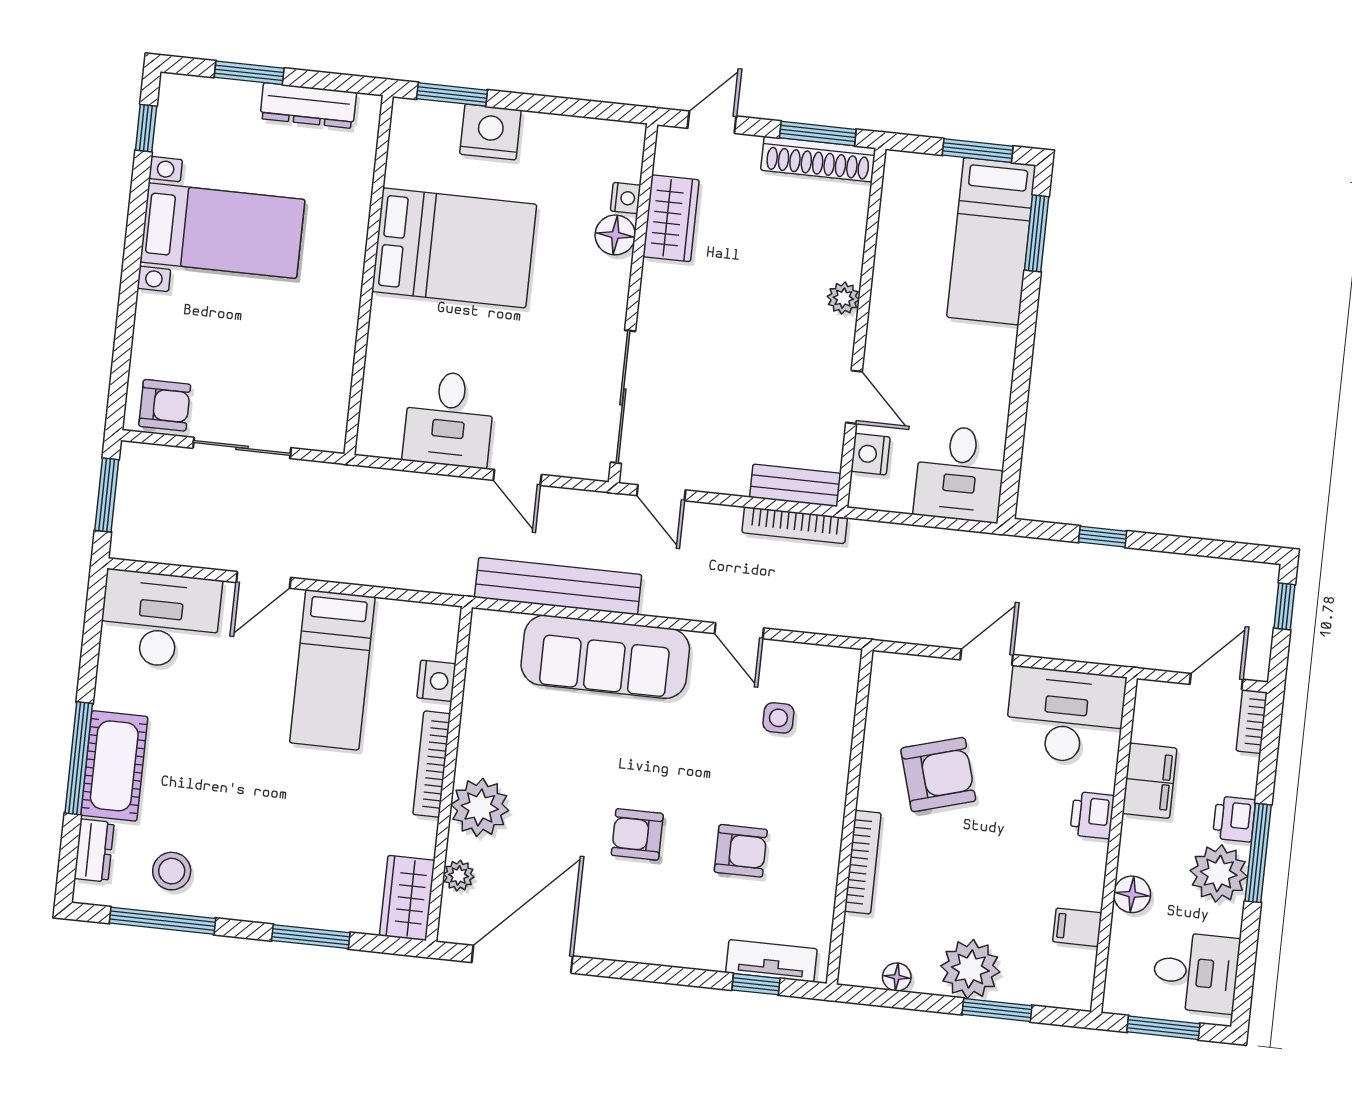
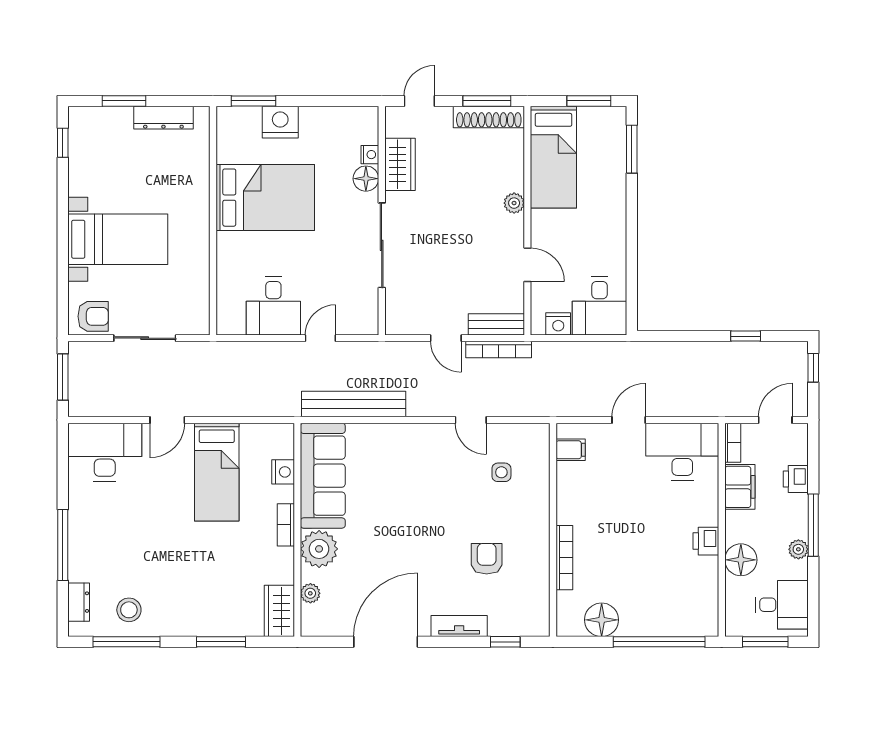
bed with nightstands: (222, 231) -> (118, 239), moved
bed: (991, 241) -> (553, 157), moved
sliding door: (623, 397) -> (382, 245), moved
nightstand: (870, 454) -> (558, 324), moved, turned -90
door: (517, 477) -> (320, 338), swing flipped
door: (661, 493) -> (446, 338), moved
window: (1103, 537) -> (746, 336), moved
sofa: (605, 657) -> (323, 476), moved, turned -90
bookcase: (1252, 722) -> (733, 443), moved, turned 180
bookcase: (432, 764) -> (286, 525), width x0.64
cot: (114, 766) -> (86, 547), removed
armchair: (938, 775) -> (606, 497), removed
printer: (1092, 815) -> (706, 541), moved
printer: (1234, 819) -> (796, 479), moved
armchair: (637, 834) -> (420, 555), removed
armchair: (741, 851) -> (487, 559), turned -90
plant: (1219, 873) -> (798, 549), width x0.53, depth x0.53
floor lamp: (1132, 894) -> (741, 560), width x1.38, depth x1.38
filing cabinet: (1077, 927) -> (571, 450), moved, turned 180
door: (522, 959) -> (386, 642), moved
tv unit: (771, 961) -> (459, 626), moved
plant: (970, 969) -> (639, 618), removed
floor lamp: (897, 977) -> (602, 620), width x1.89, depth x1.89
window: (997, 1010) -> (659, 642), width x2.11

